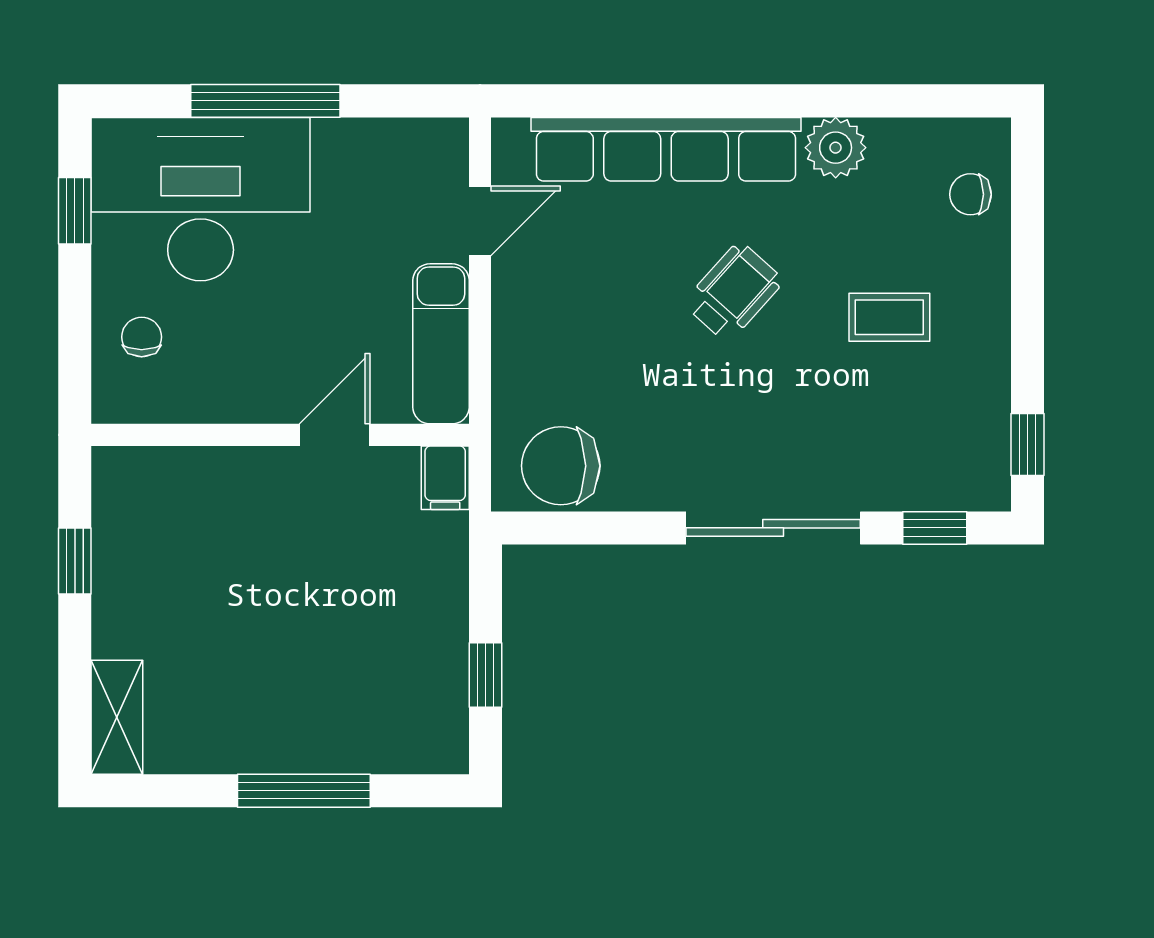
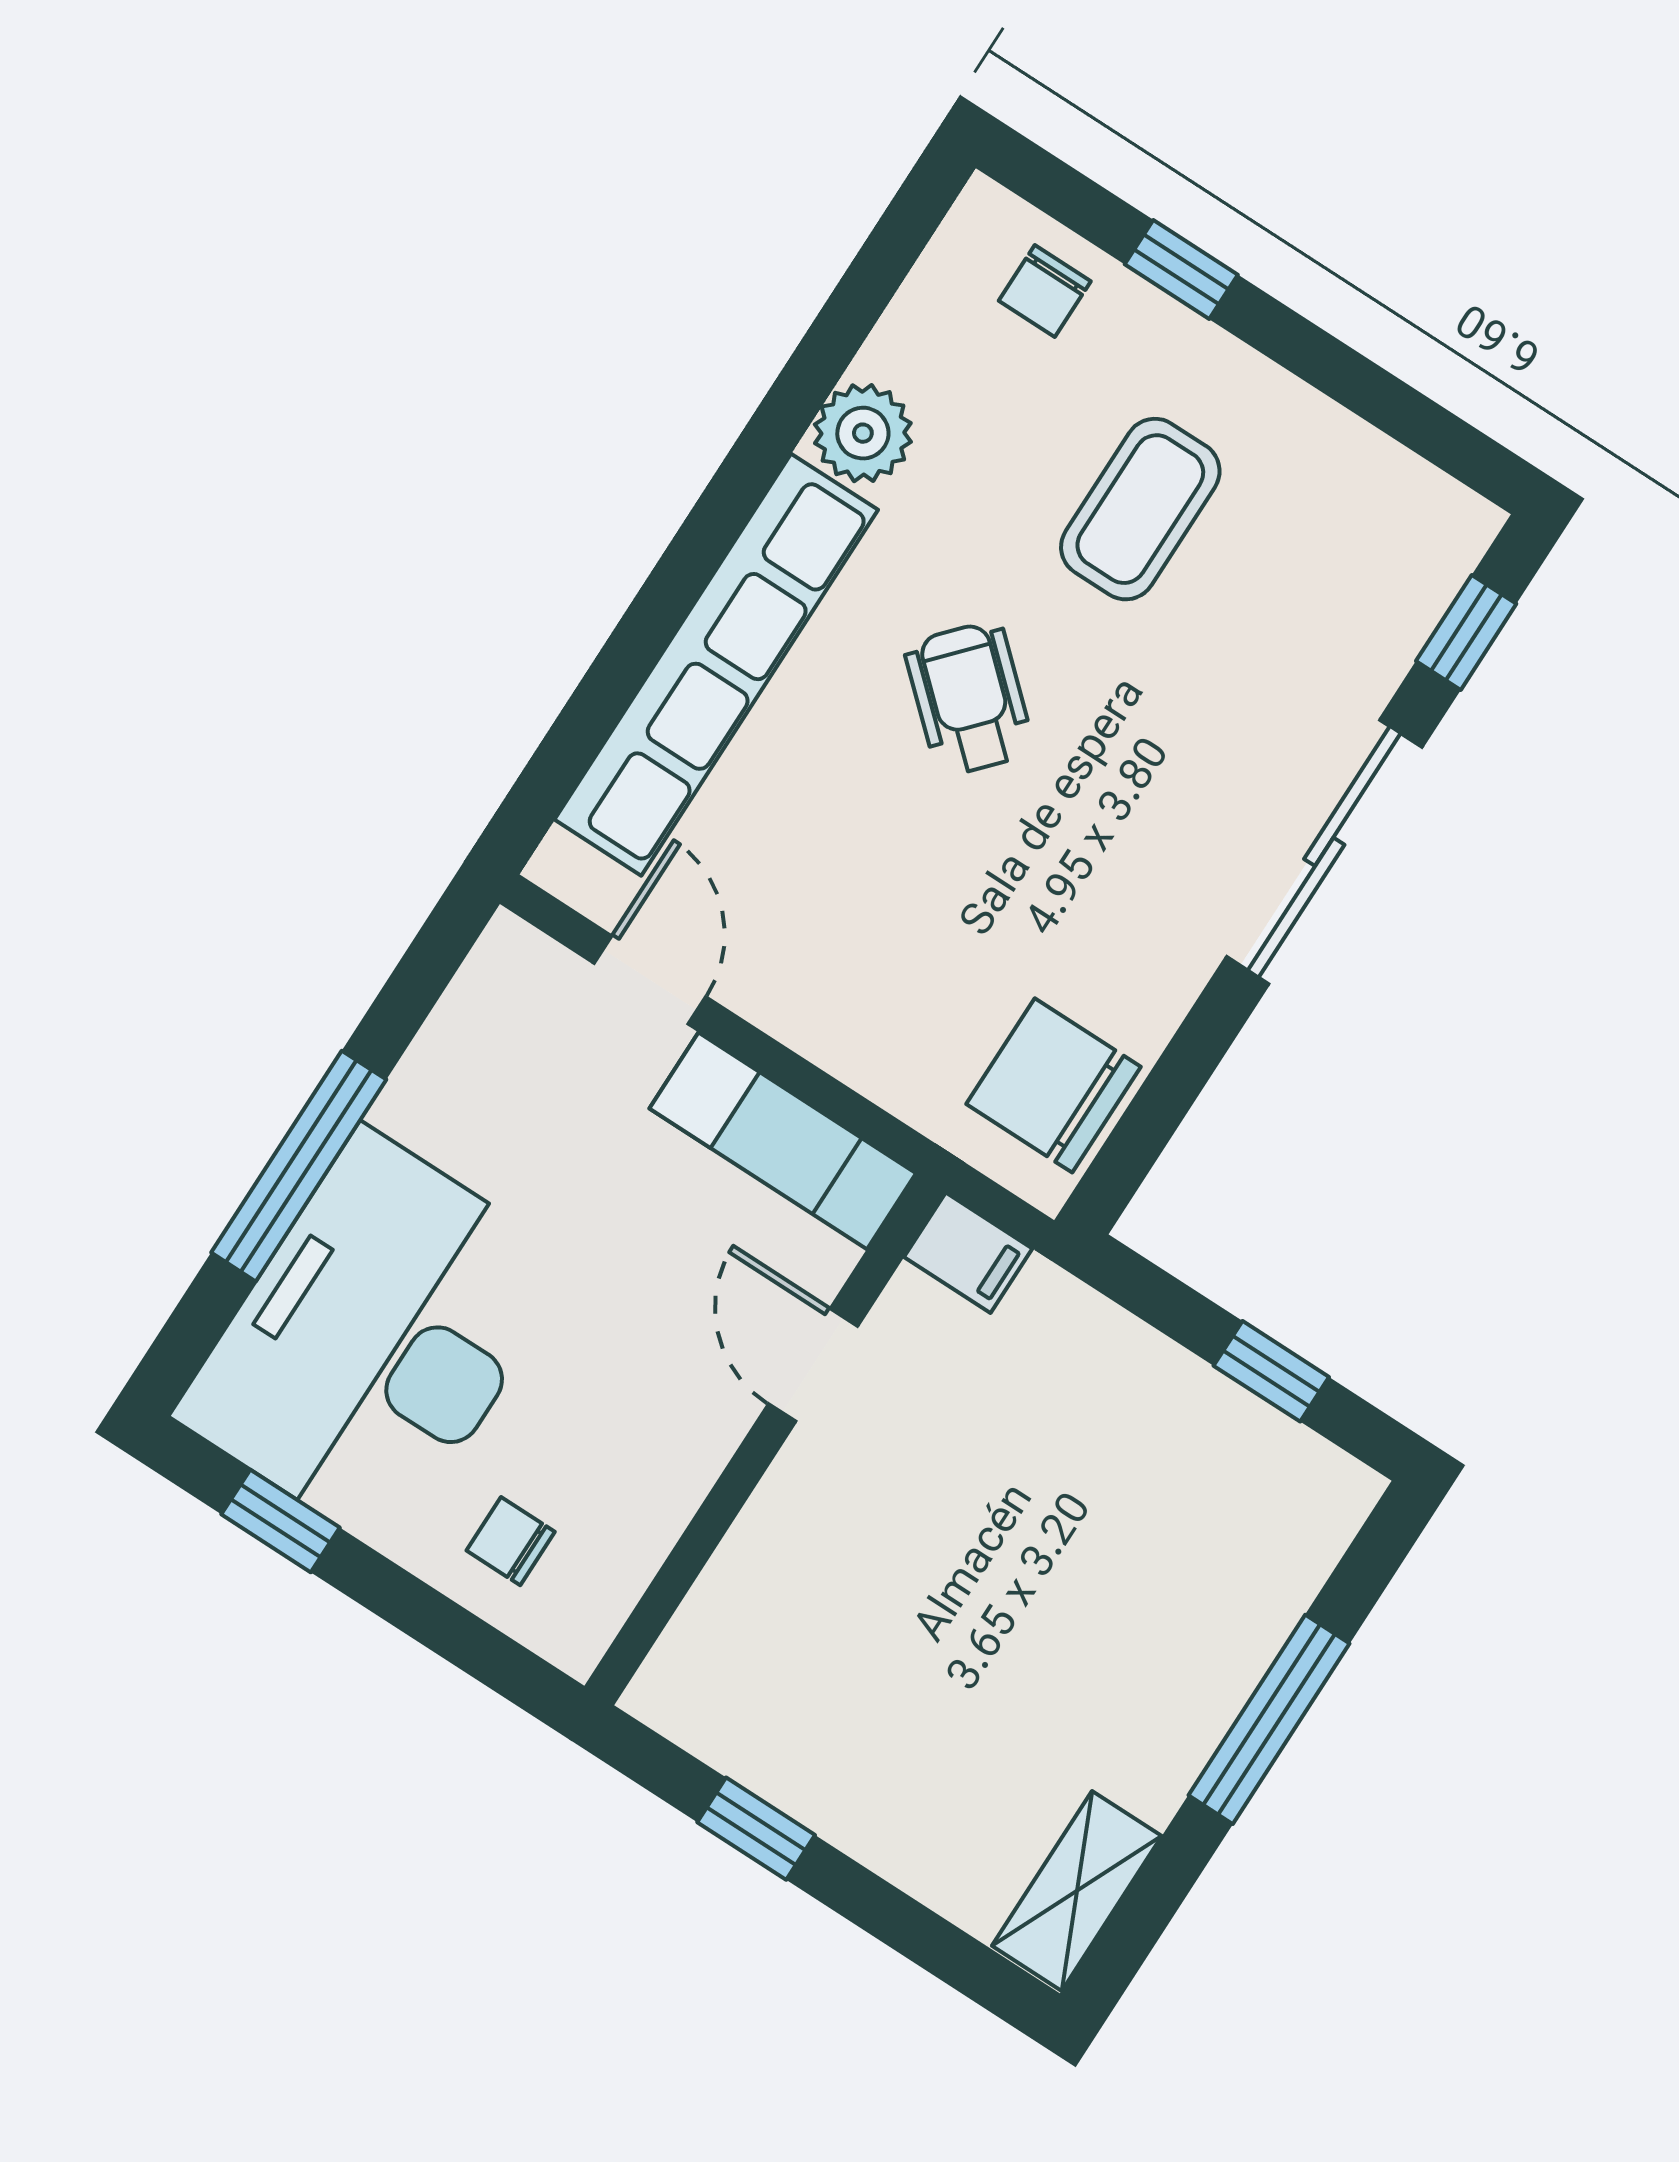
coffee table: (889, 317) -> (1140, 509), width x1.36, depth x1.30
window: (1028, 444) -> (1181, 269), moved
chair: (561, 466) -> (1053, 1085), turned 90
shelving: (117, 717) -> (1077, 1891), moved, turned 90

